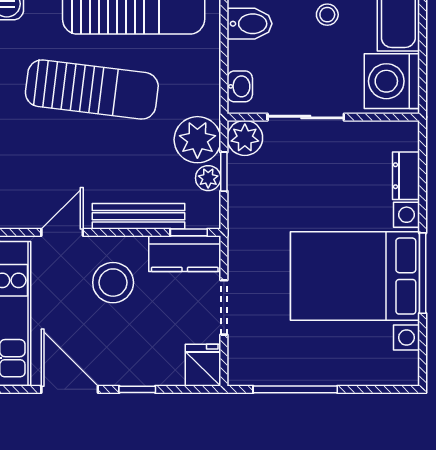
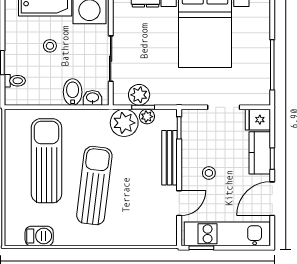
bidet: (250, 24) -> (73, 92), moved
plant: (245, 138) -> (139, 95), moved
door: (62, 232) -> (179, 203), swing flipped
kitchen counter: (185, 254) -> (260, 153), moved, turned 180
stool: (113, 283) -> (209, 173), width x0.53, depth x0.53

